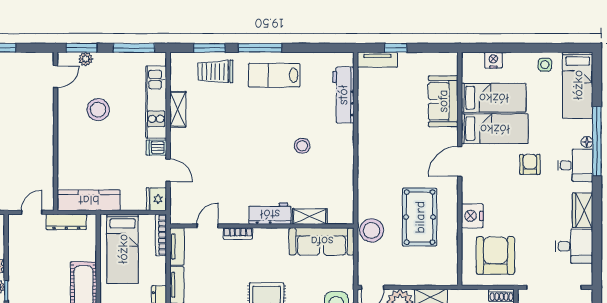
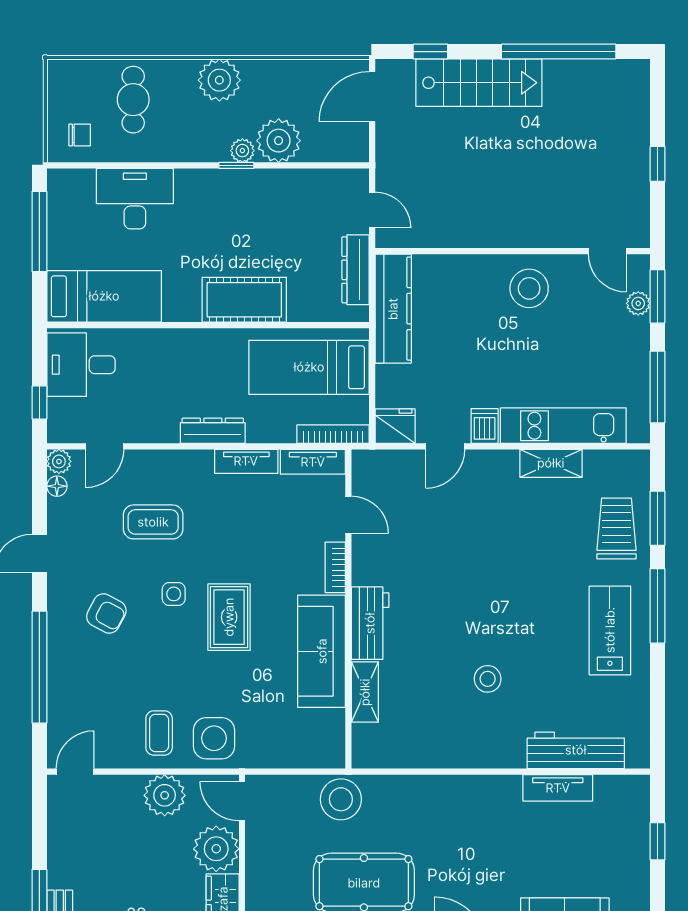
tv unit: (377, 60) -> (558, 788), moved, turned -90
stool: (98, 110) -> (529, 288), moved
sofa: (322, 241) -> (322, 651), moved

